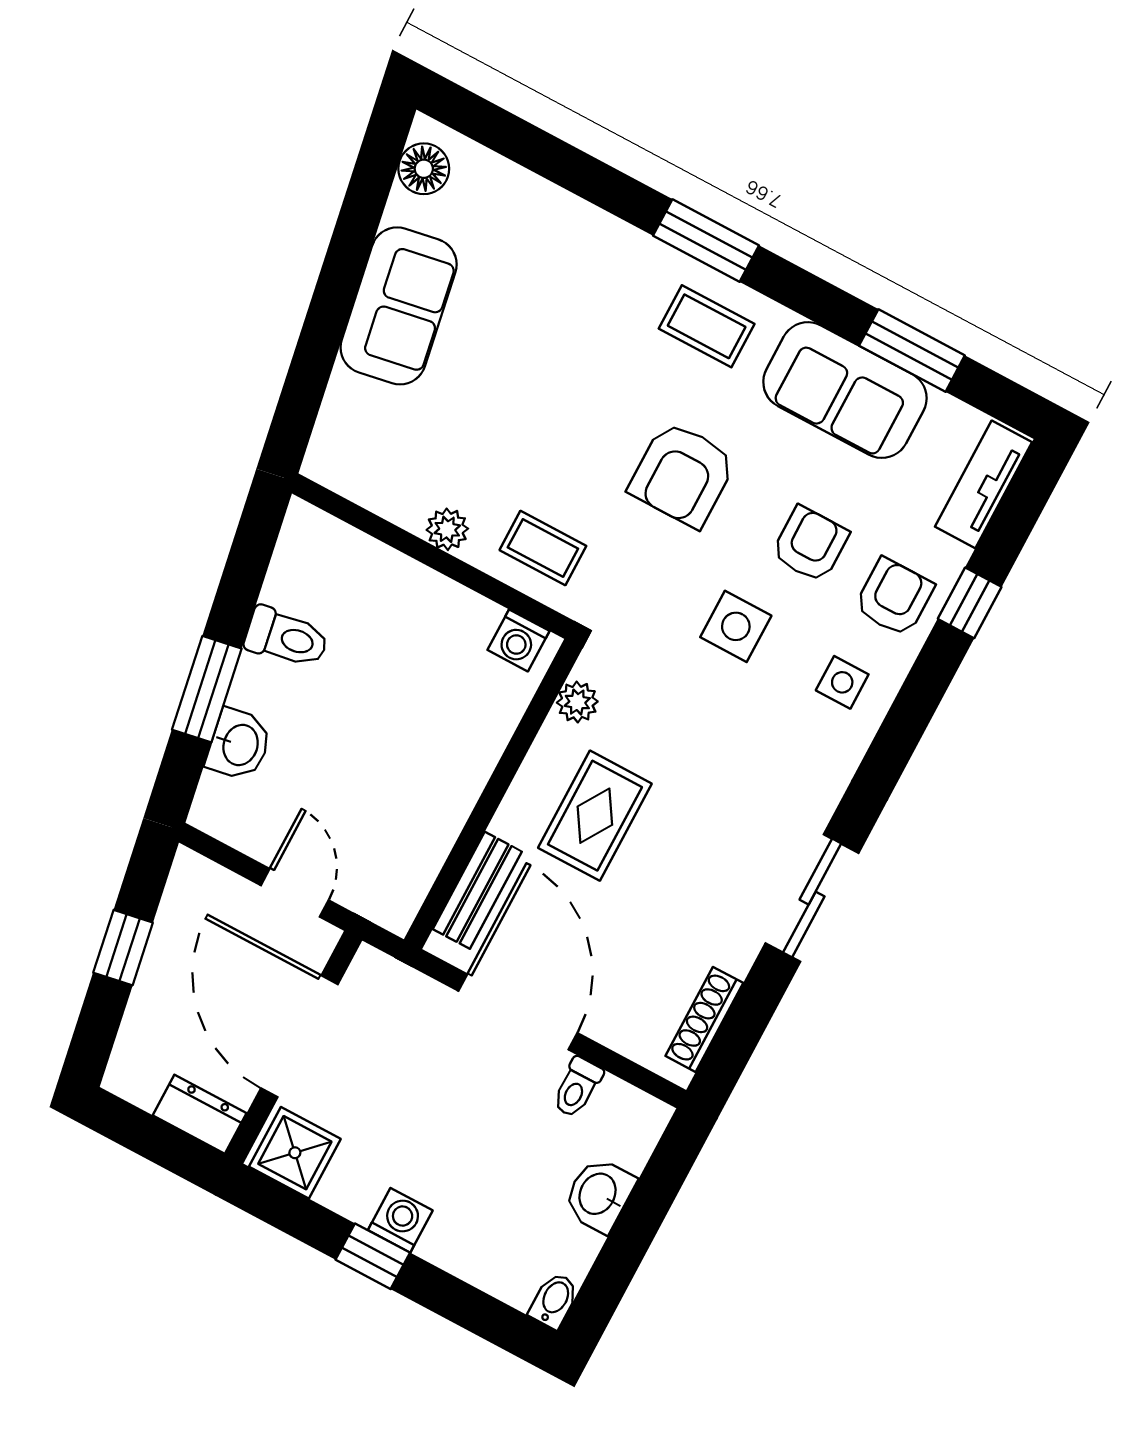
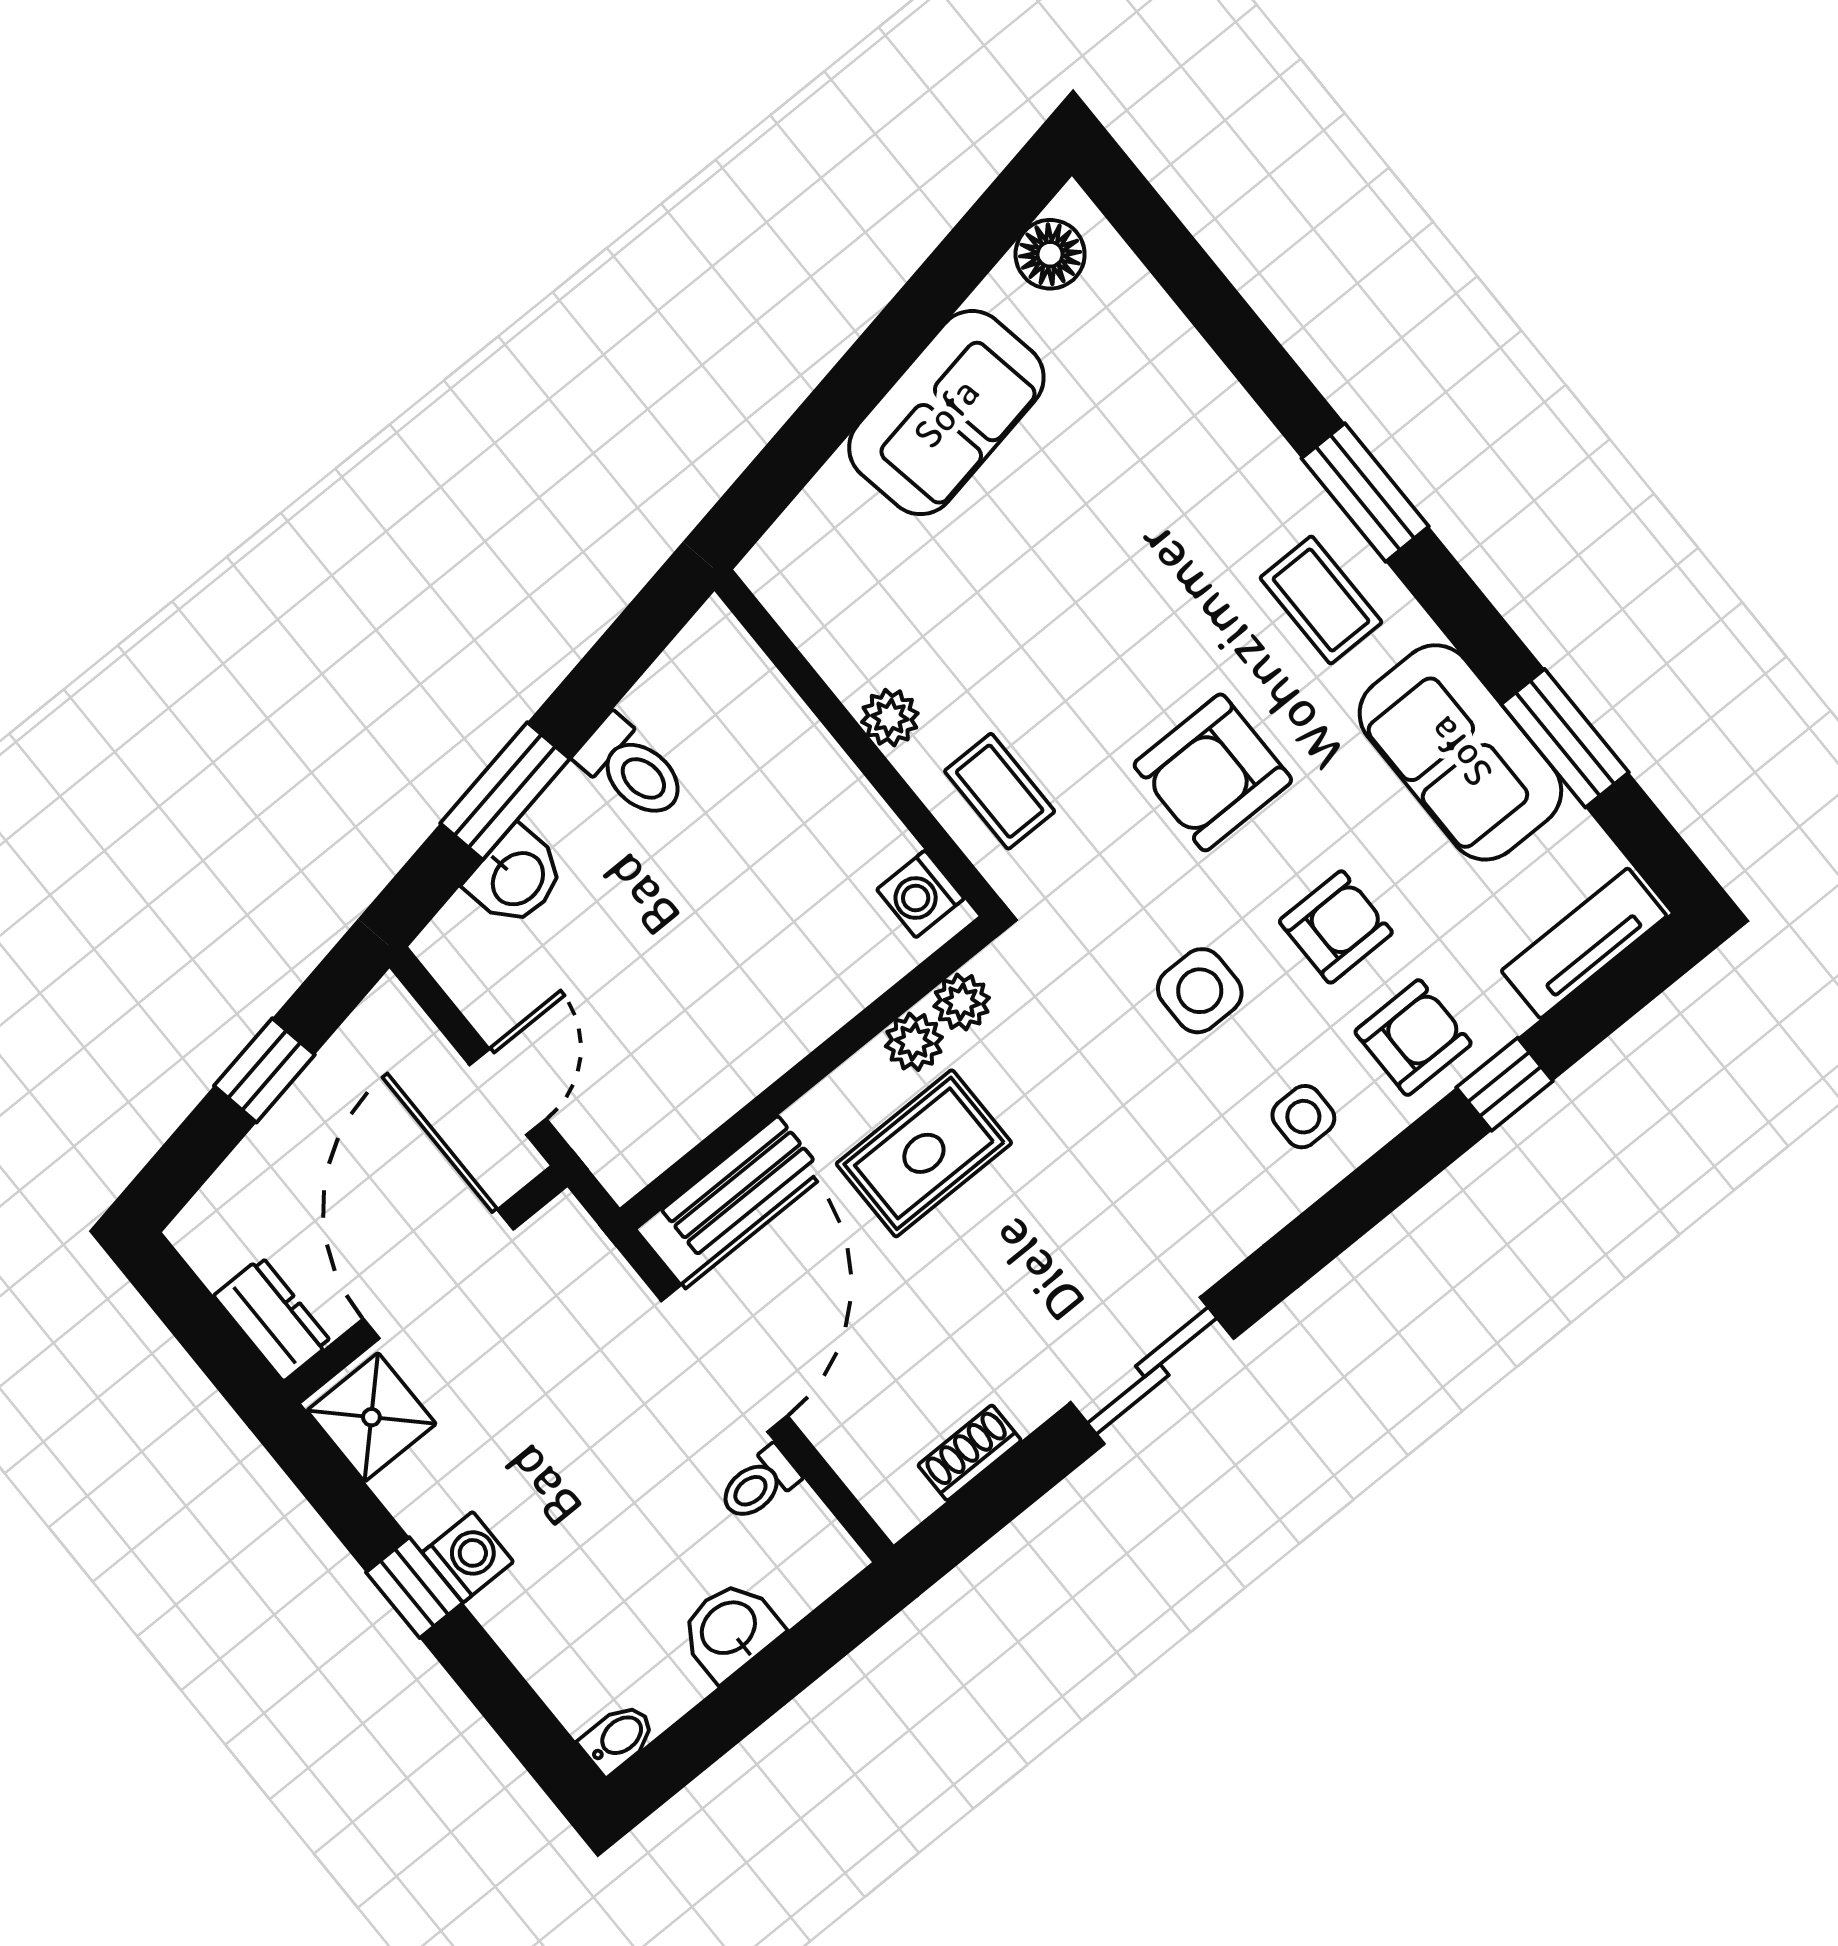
plant: (556, 743) -> (914, 1042), added
shoe rack: (704, 1019) -> (970, 1453), width x0.70

